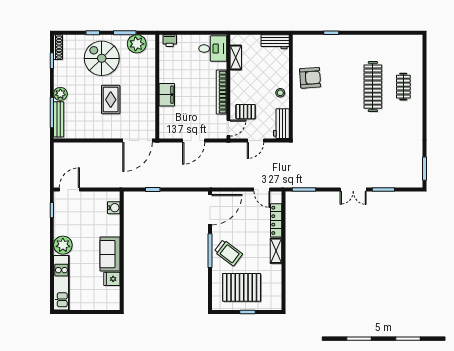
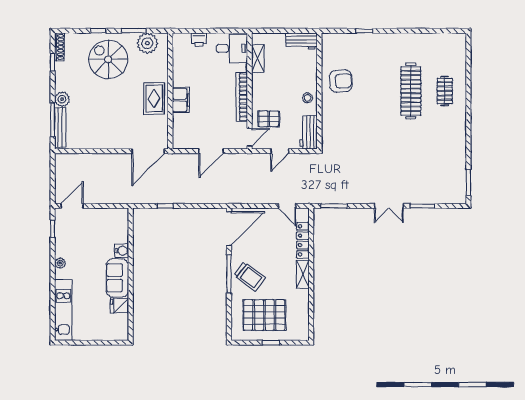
printer: (170, 41) -> (199, 40), moved
rug: (111, 100) -> (154, 99), moved
water cooler: (114, 208) -> (122, 251), moved
plant: (63, 245) -> (60, 263), width x0.53, depth x0.53

